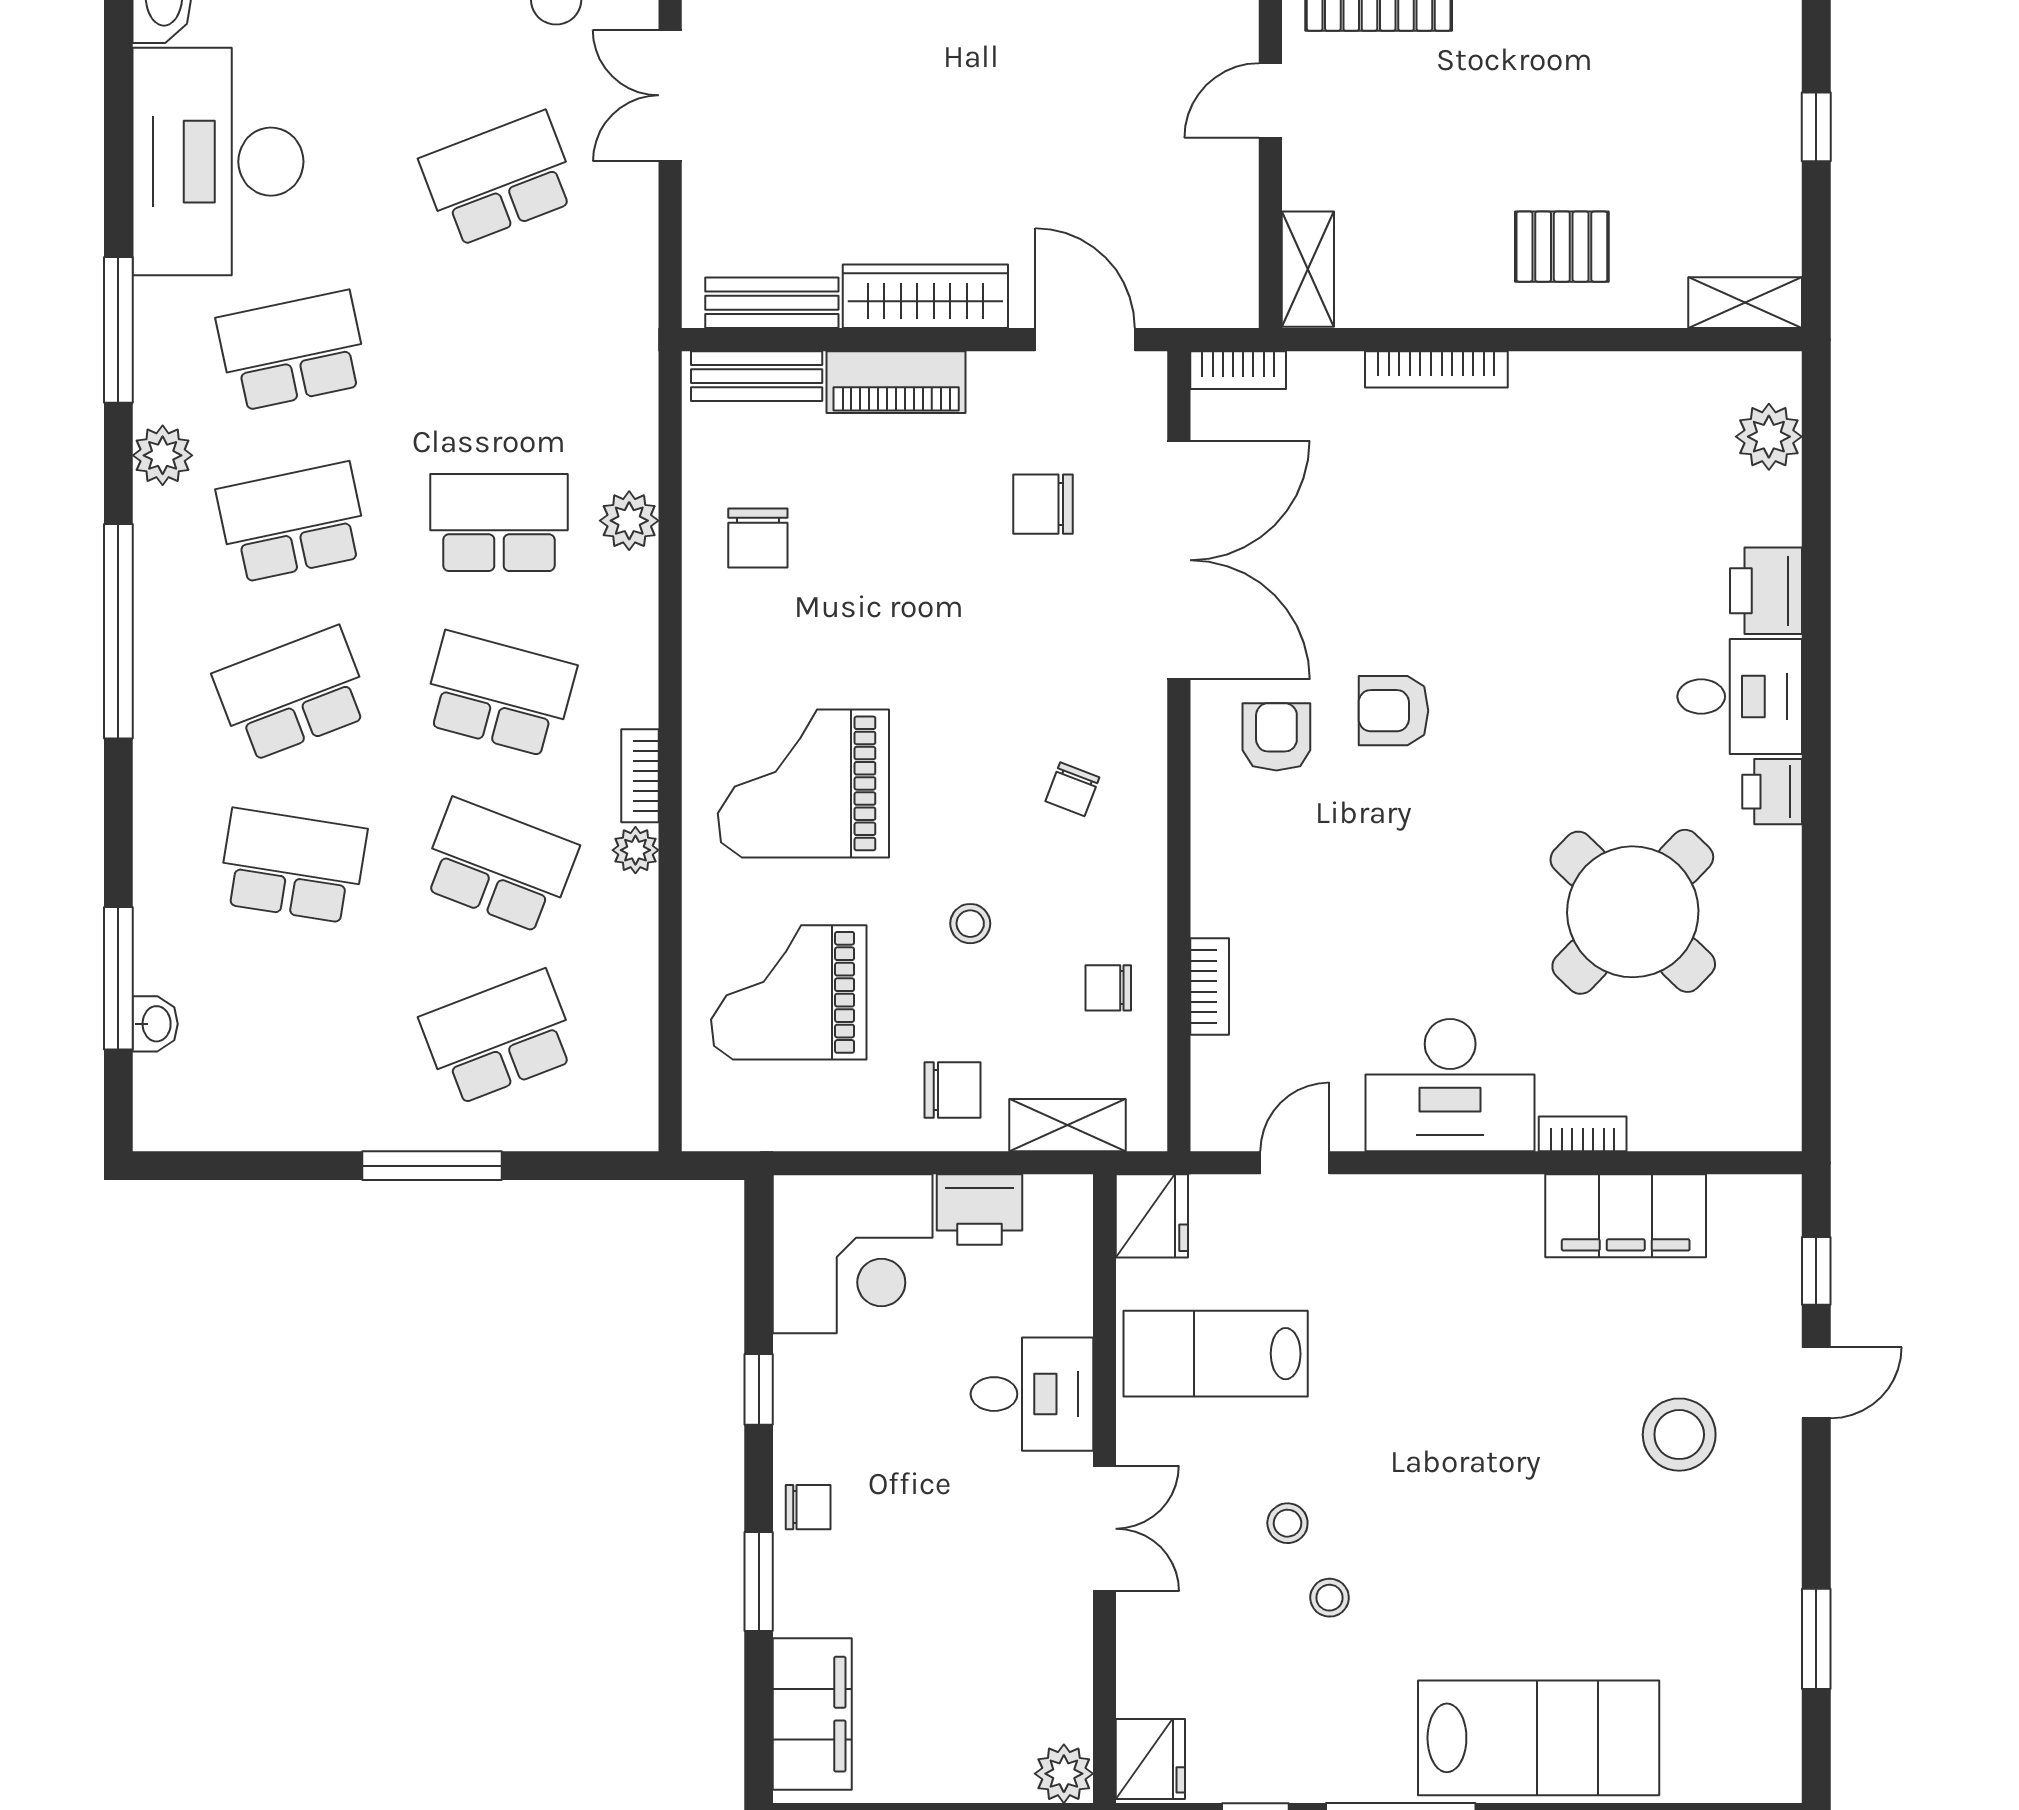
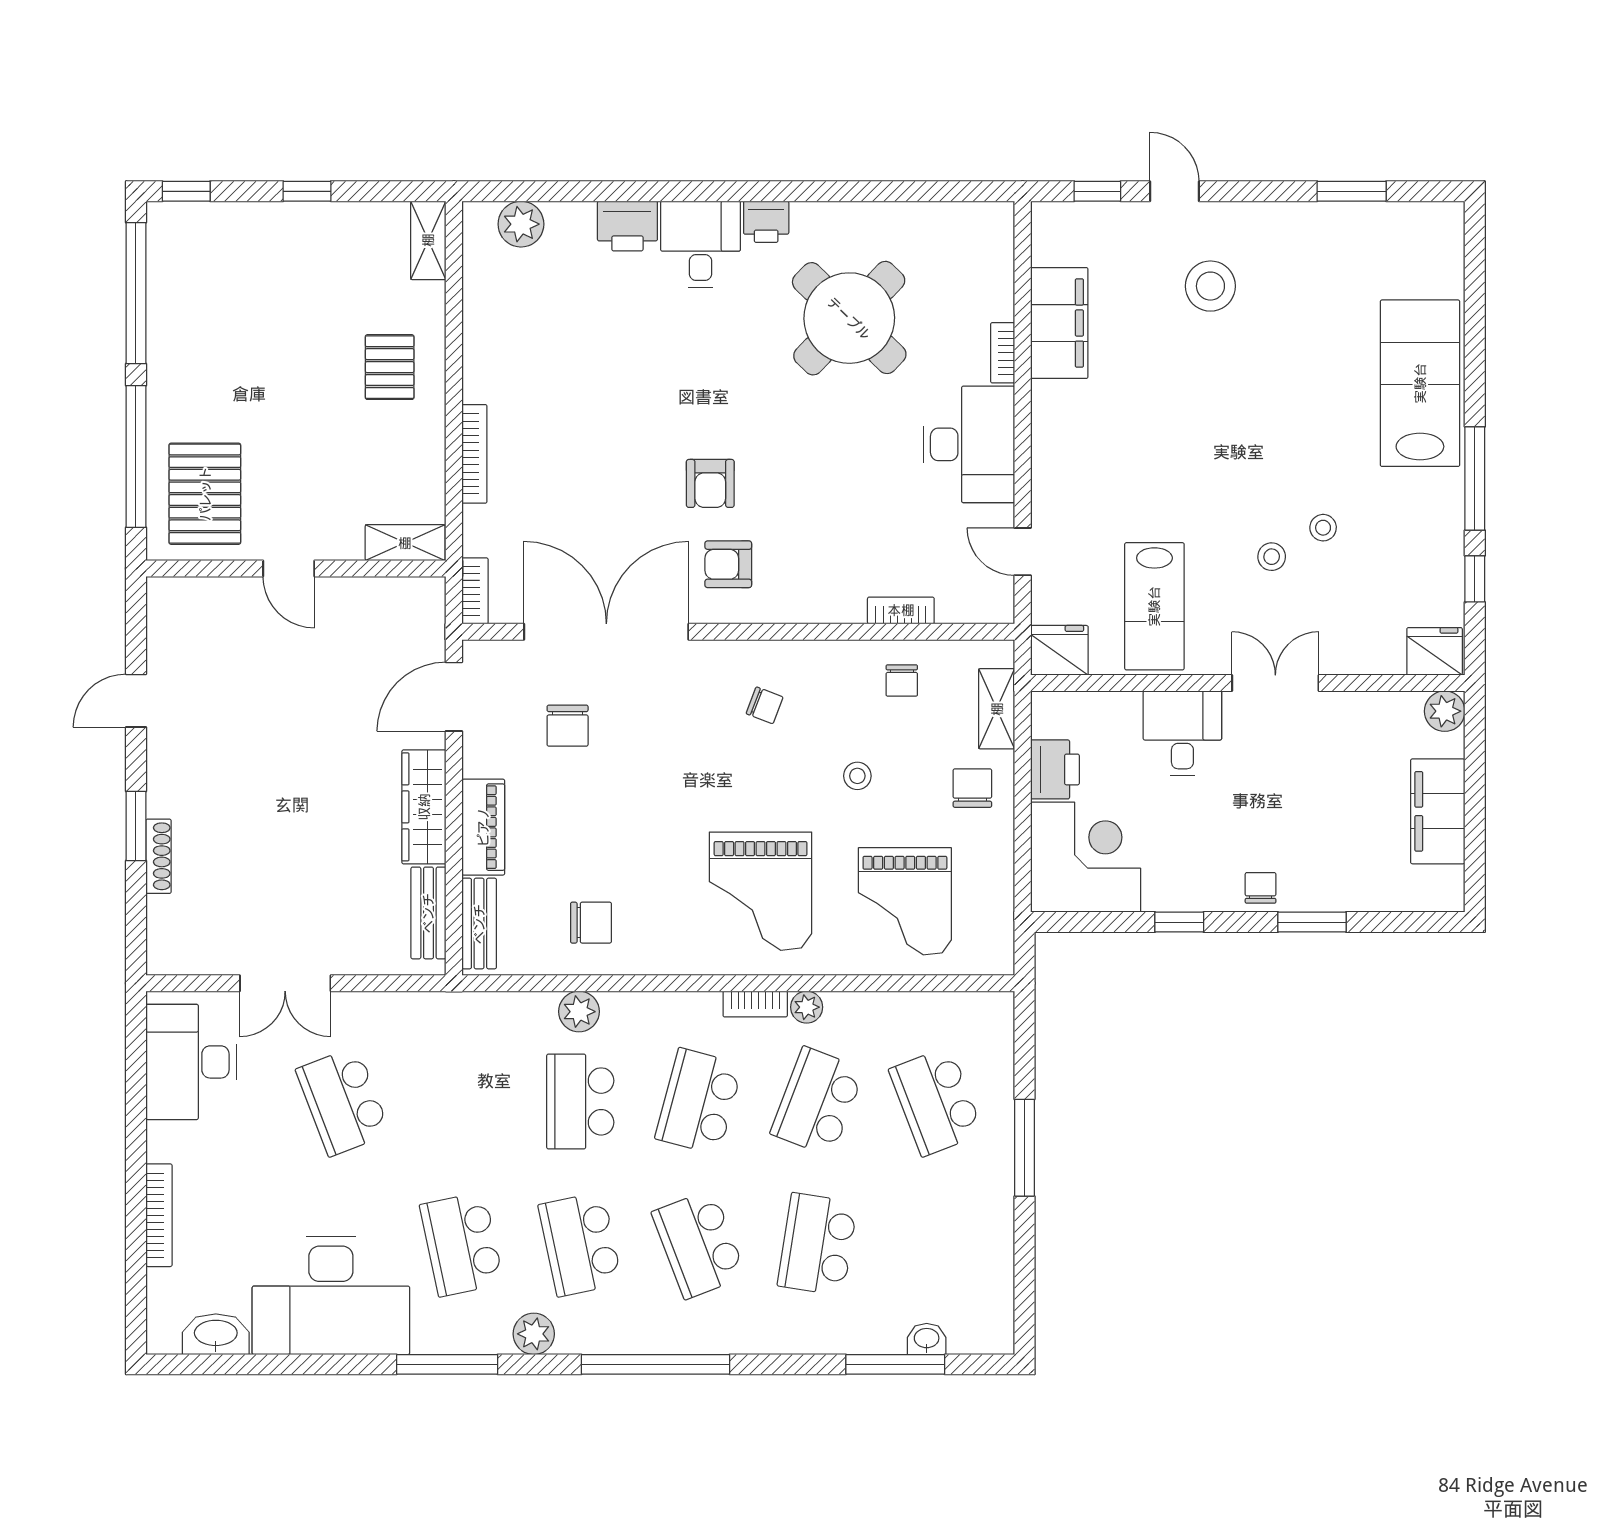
filing cabinet: (812, 1714) -> (1438, 811), moved, turned -90

